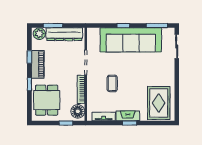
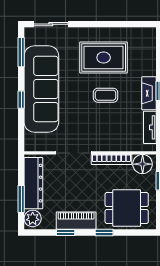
coffee table: (112, 83) -> (106, 95), moved
rug: (159, 103) -> (104, 58), moved

